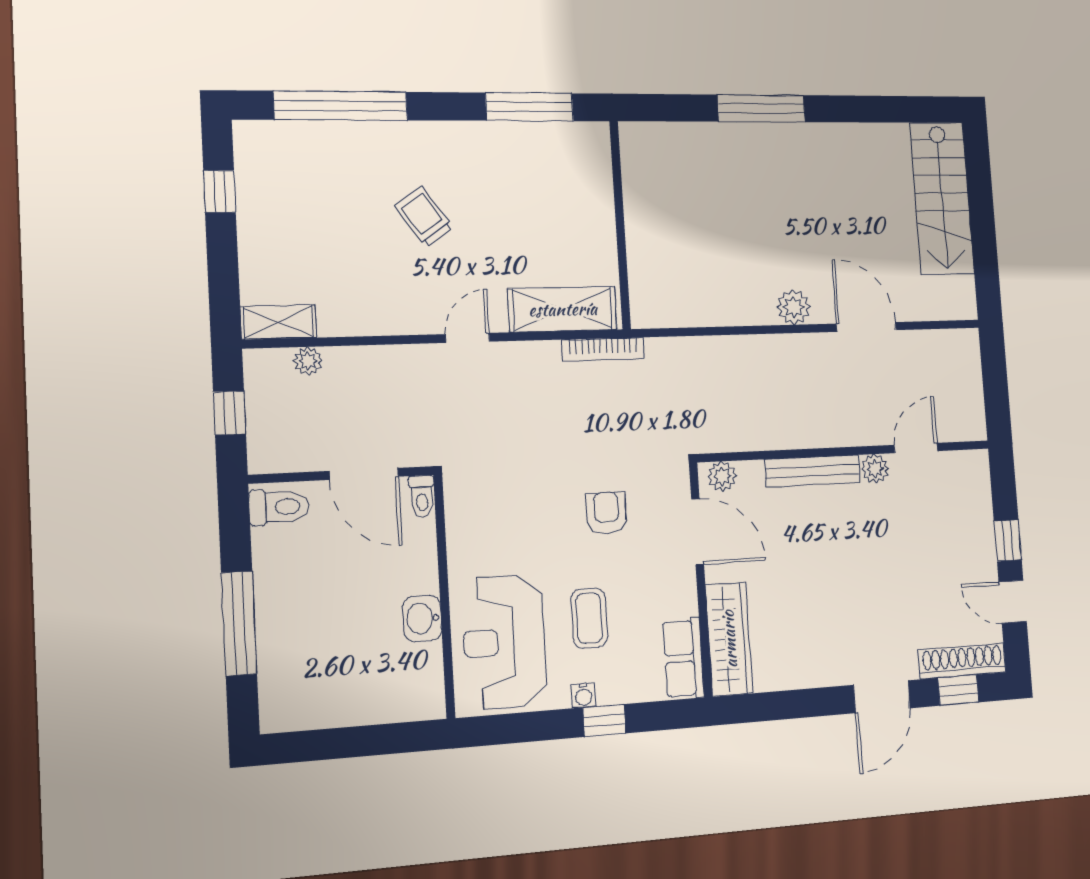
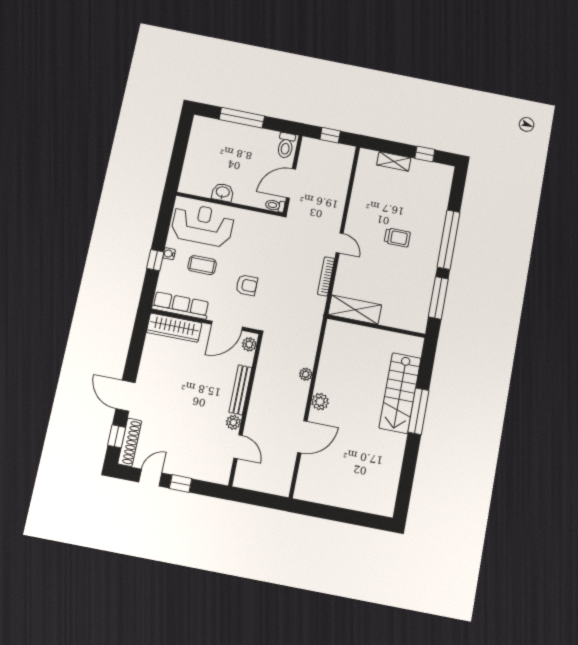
window: (341, 106) -> (449, 240), moved
stairs: (942, 198) -> (400, 393), moved, turned -90
trolley: (424, 217) -> (397, 237), turned 35
shelving: (563, 309) -> (355, 310), moved, turned 90
shelving: (278, 322) -> (394, 161), moved, turned 90
bookcase: (603, 349) -> (326, 276), moved
plant: (308, 361) -> (306, 374), moved
row of seats: (683, 658) -> (181, 305), width x1.48

